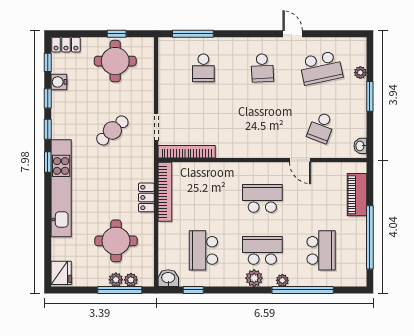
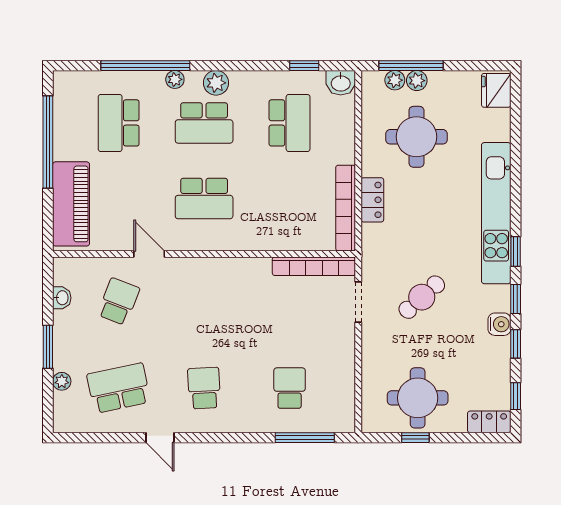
water cooler: (59, 82) -> (499, 324), moved
washbasin: (360, 146) -> (62, 298), moved
piano: (357, 195) -> (71, 204), width x1.37, depth x1.33

